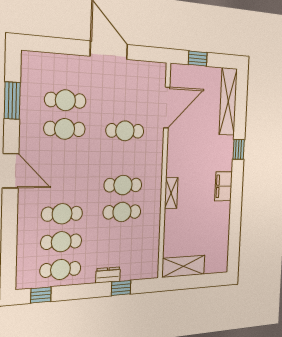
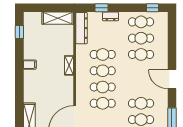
window: (239, 149) -> (19, 32), moved
cafe table: (124, 158) -> (103, 87), added
filing cabinet: (224, 186) -> (30, 65), width x0.50
dresser: (151, 253) -> (82, 28), added

